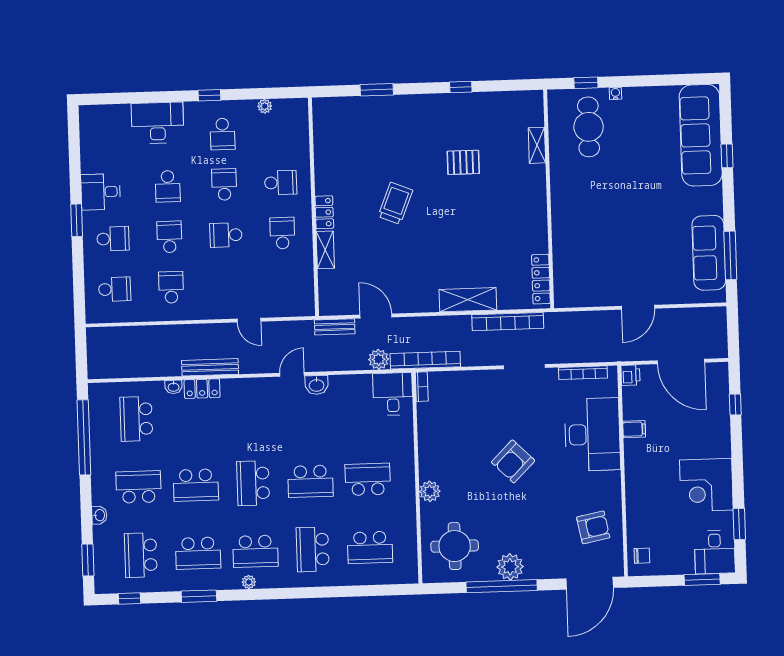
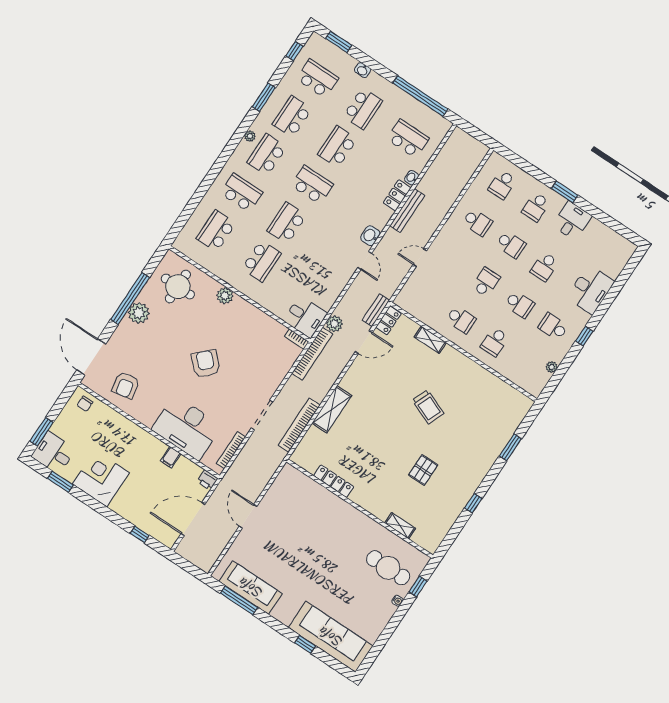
school desk: (168, 186) -> (544, 267), turned -90
locker: (324, 212) -> (388, 320), moved, turned -90
locker: (541, 279) -> (334, 481), moved
washbasin: (317, 385) -> (370, 236), moved

